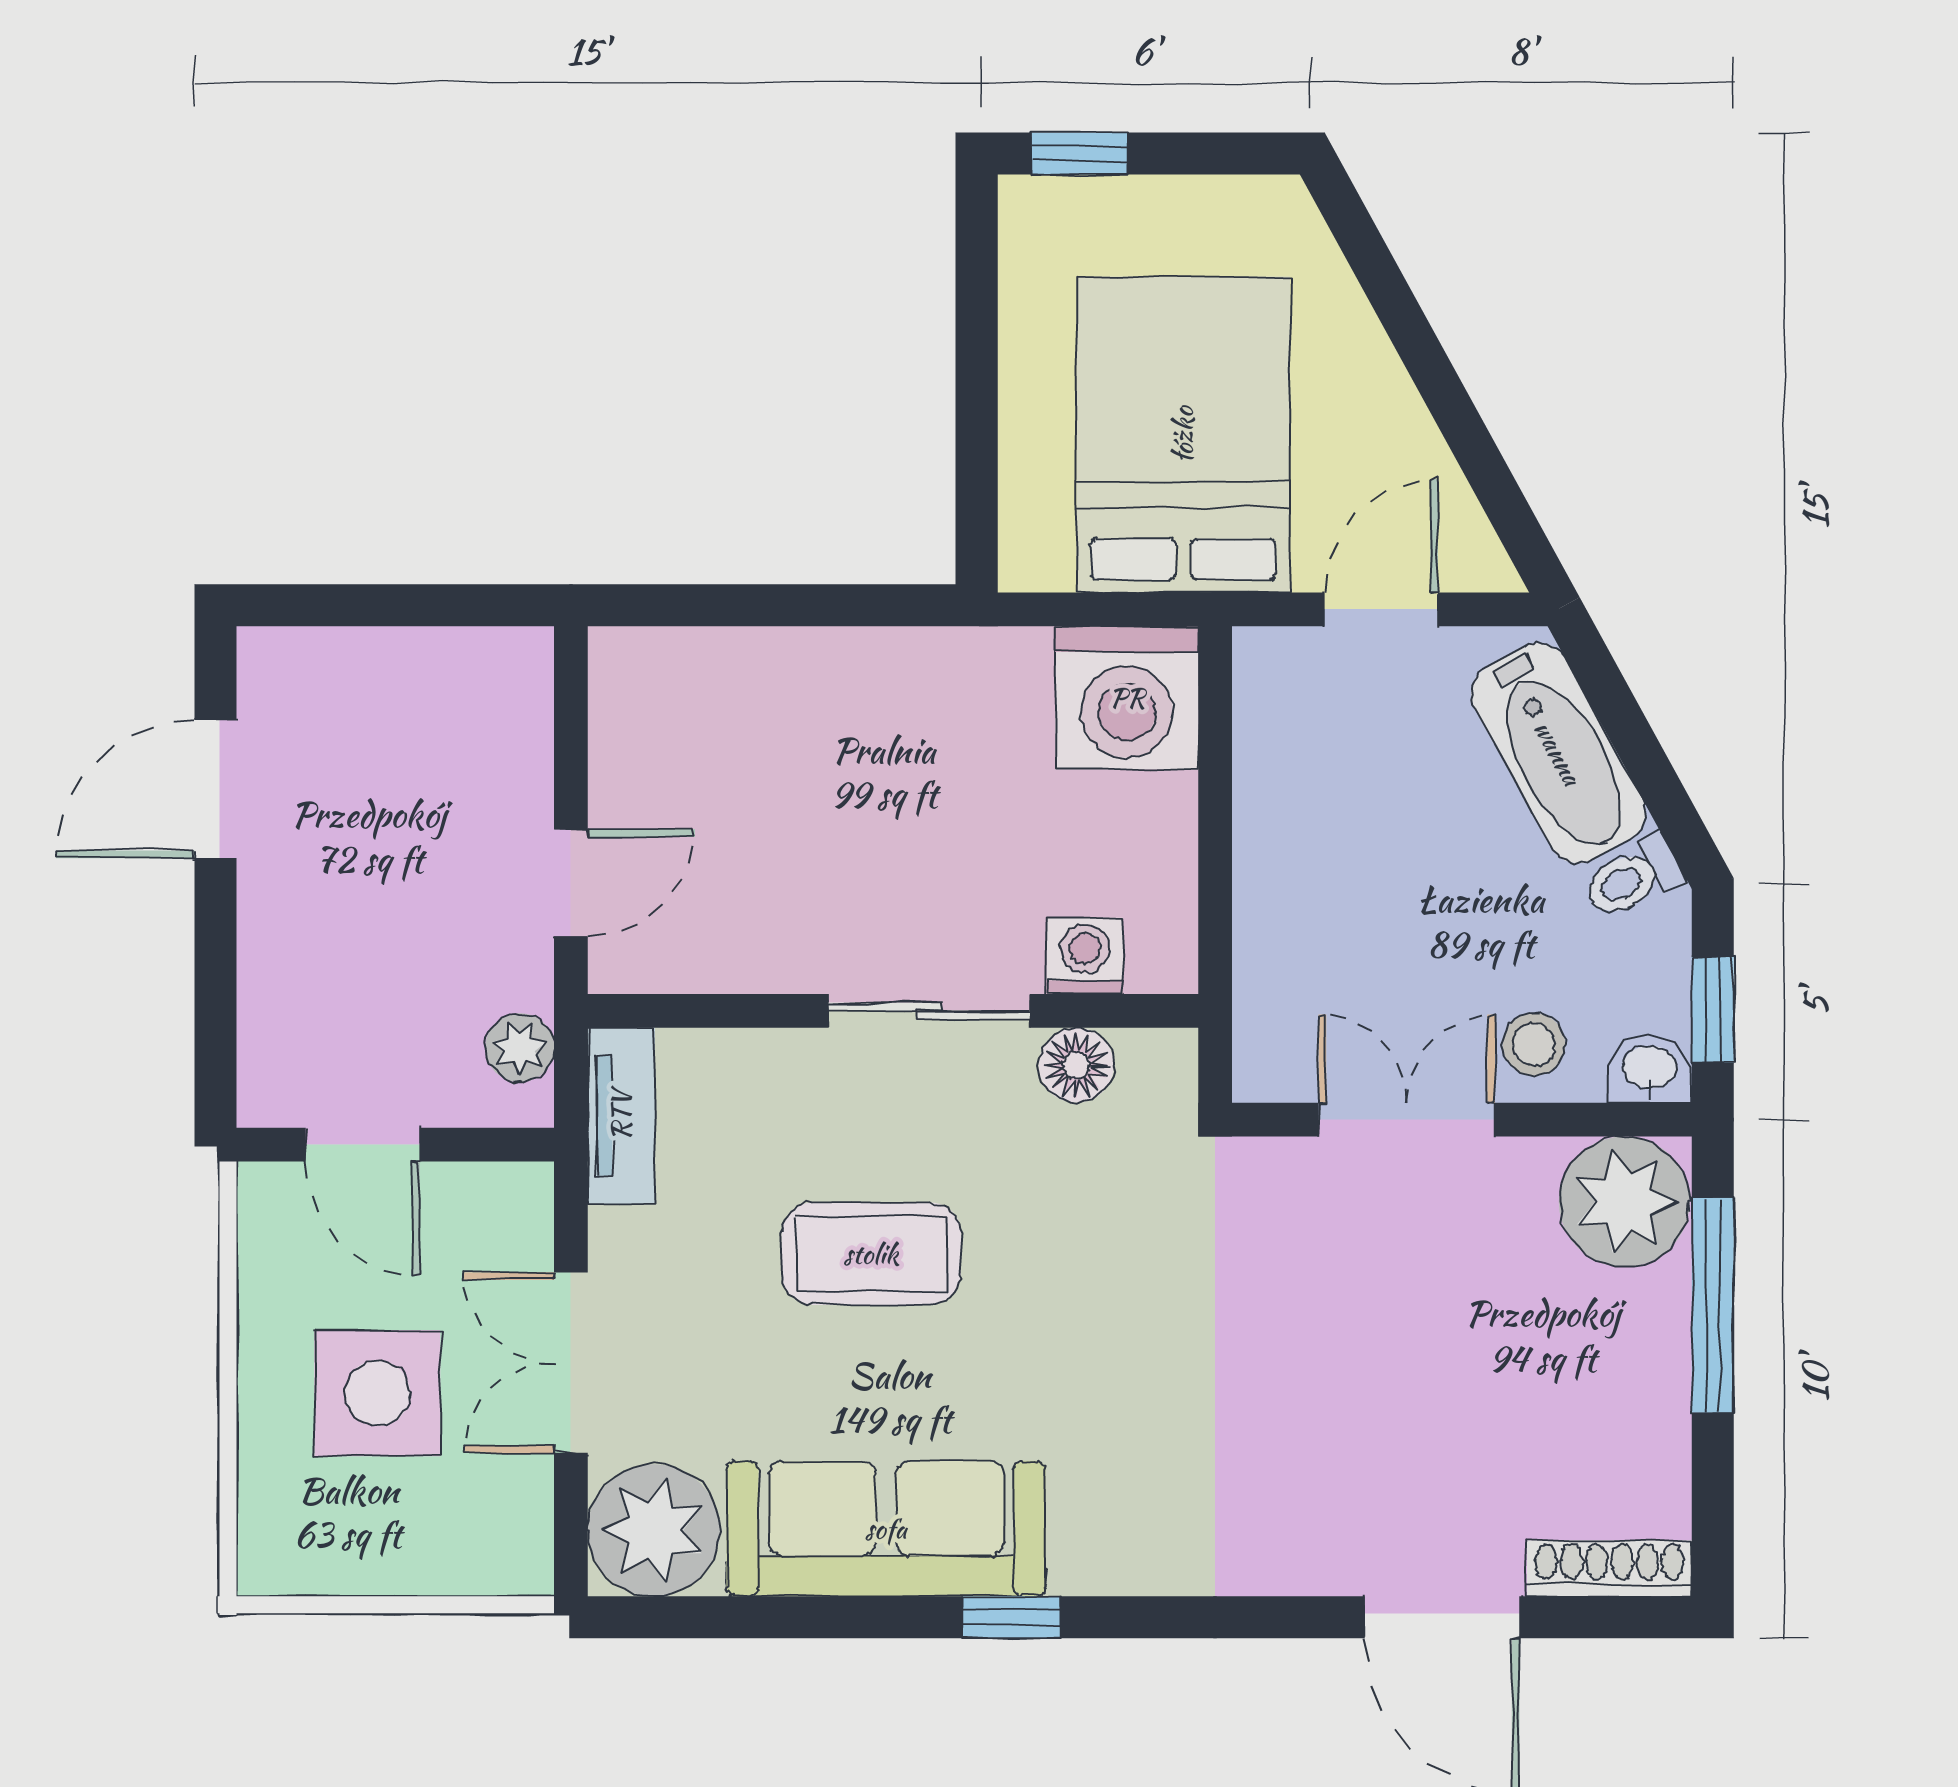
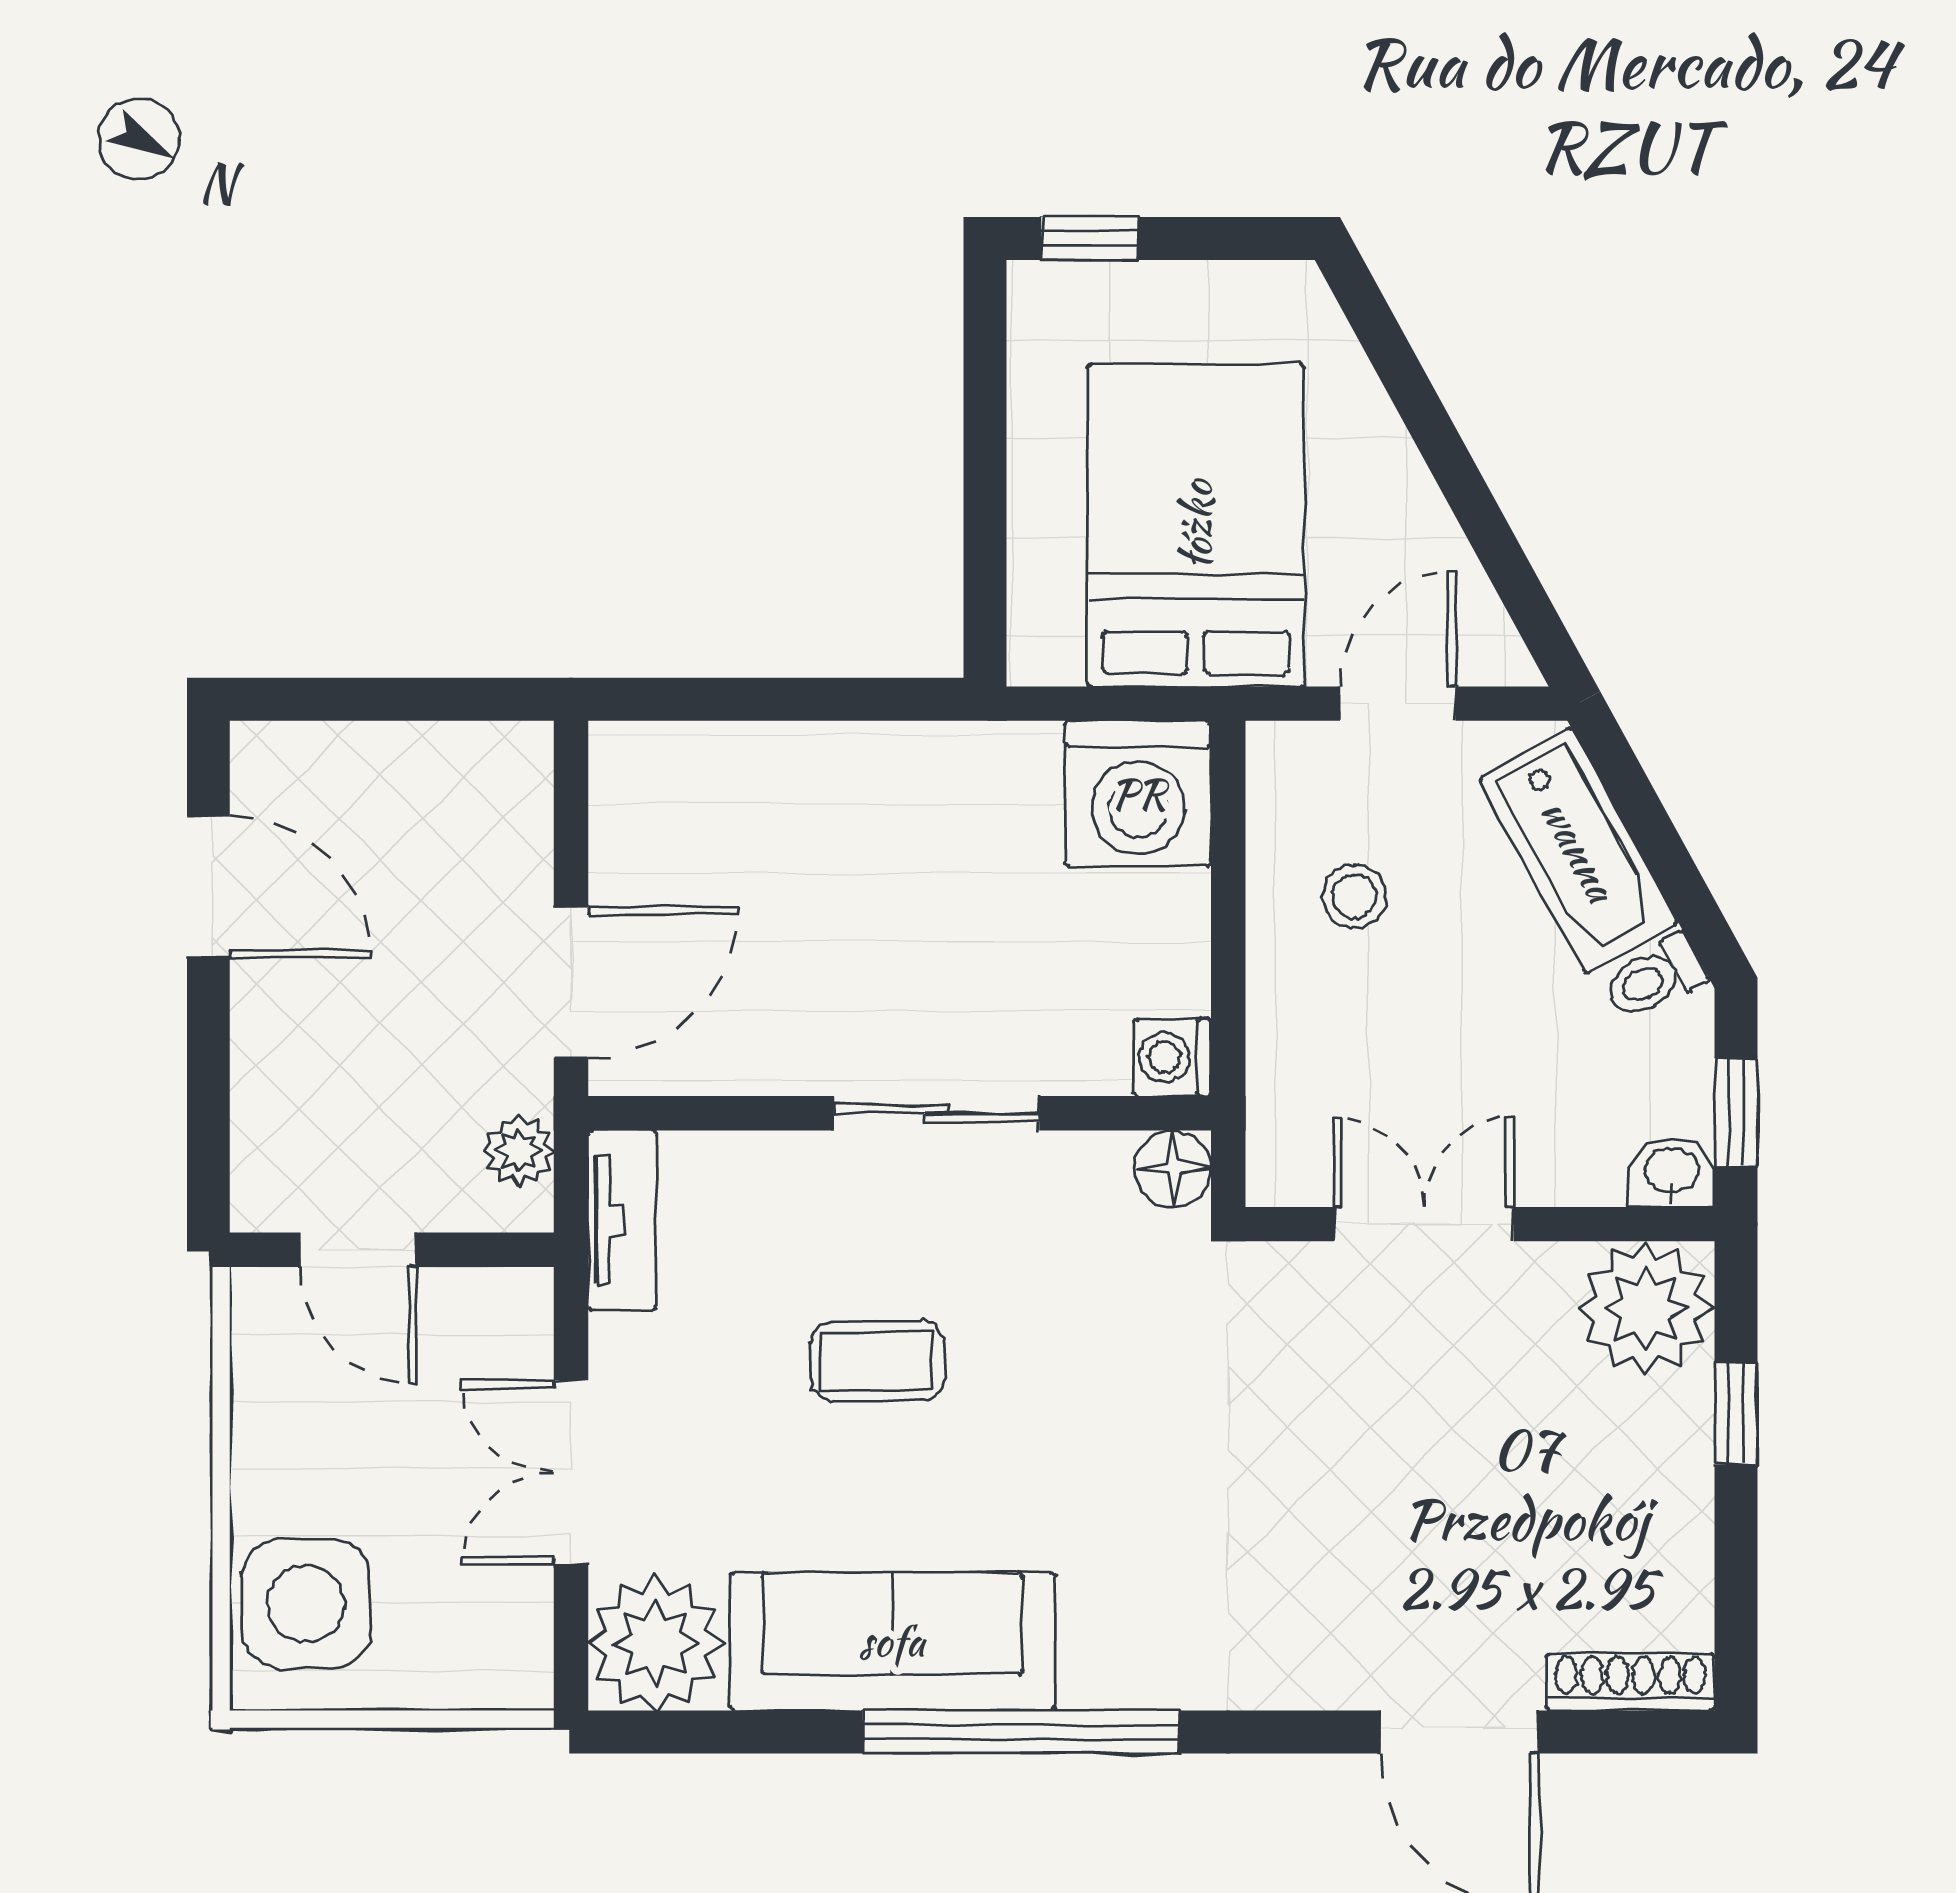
door: (215, 789) -> (208, 887), swing flipped
door: (571, 883) -> (571, 983), width x1.38
washing machine: (1085, 956) -> (1172, 1057), moved, turned -90
stool: (1534, 1044) -> (1355, 896), moved
floor lamp: (1076, 1065) -> (1173, 1169), moved
coffee table: (871, 1254) -> (877, 1361), width x0.73, depth x0.77
window: (1713, 1305) -> (1736, 1414), width x0.46
side table: (377, 1393) -> (306, 1604), moved
window: (1012, 1617) -> (1021, 1732), width x3.17

